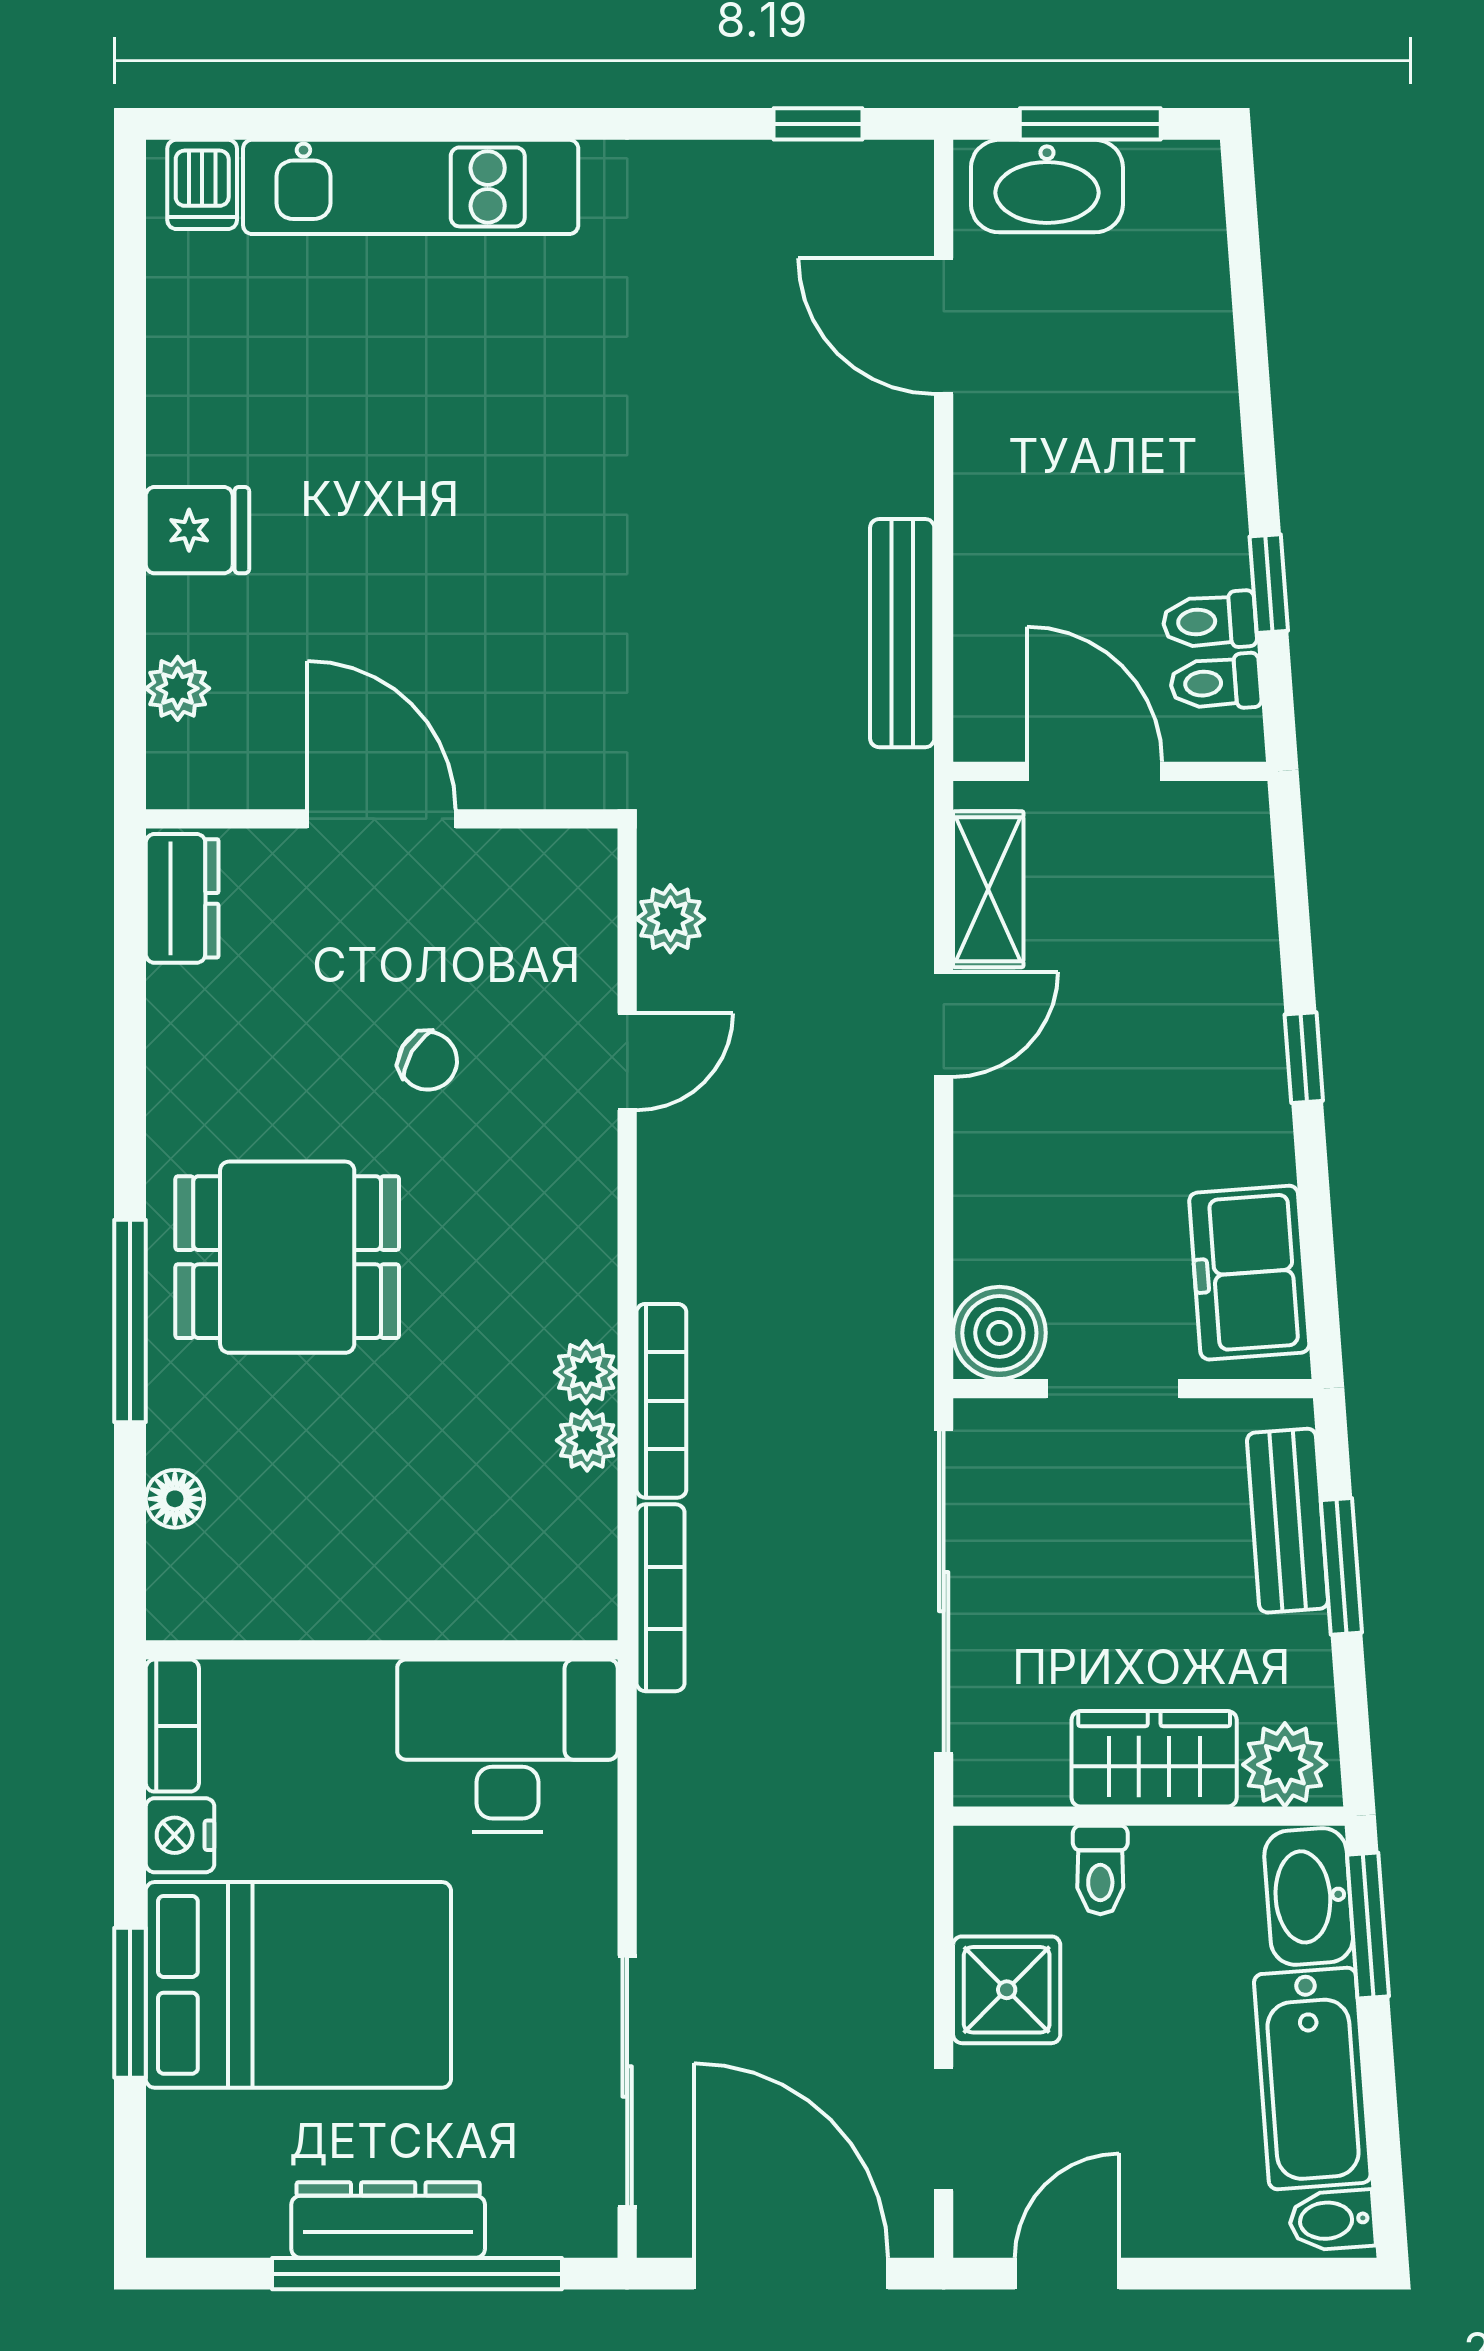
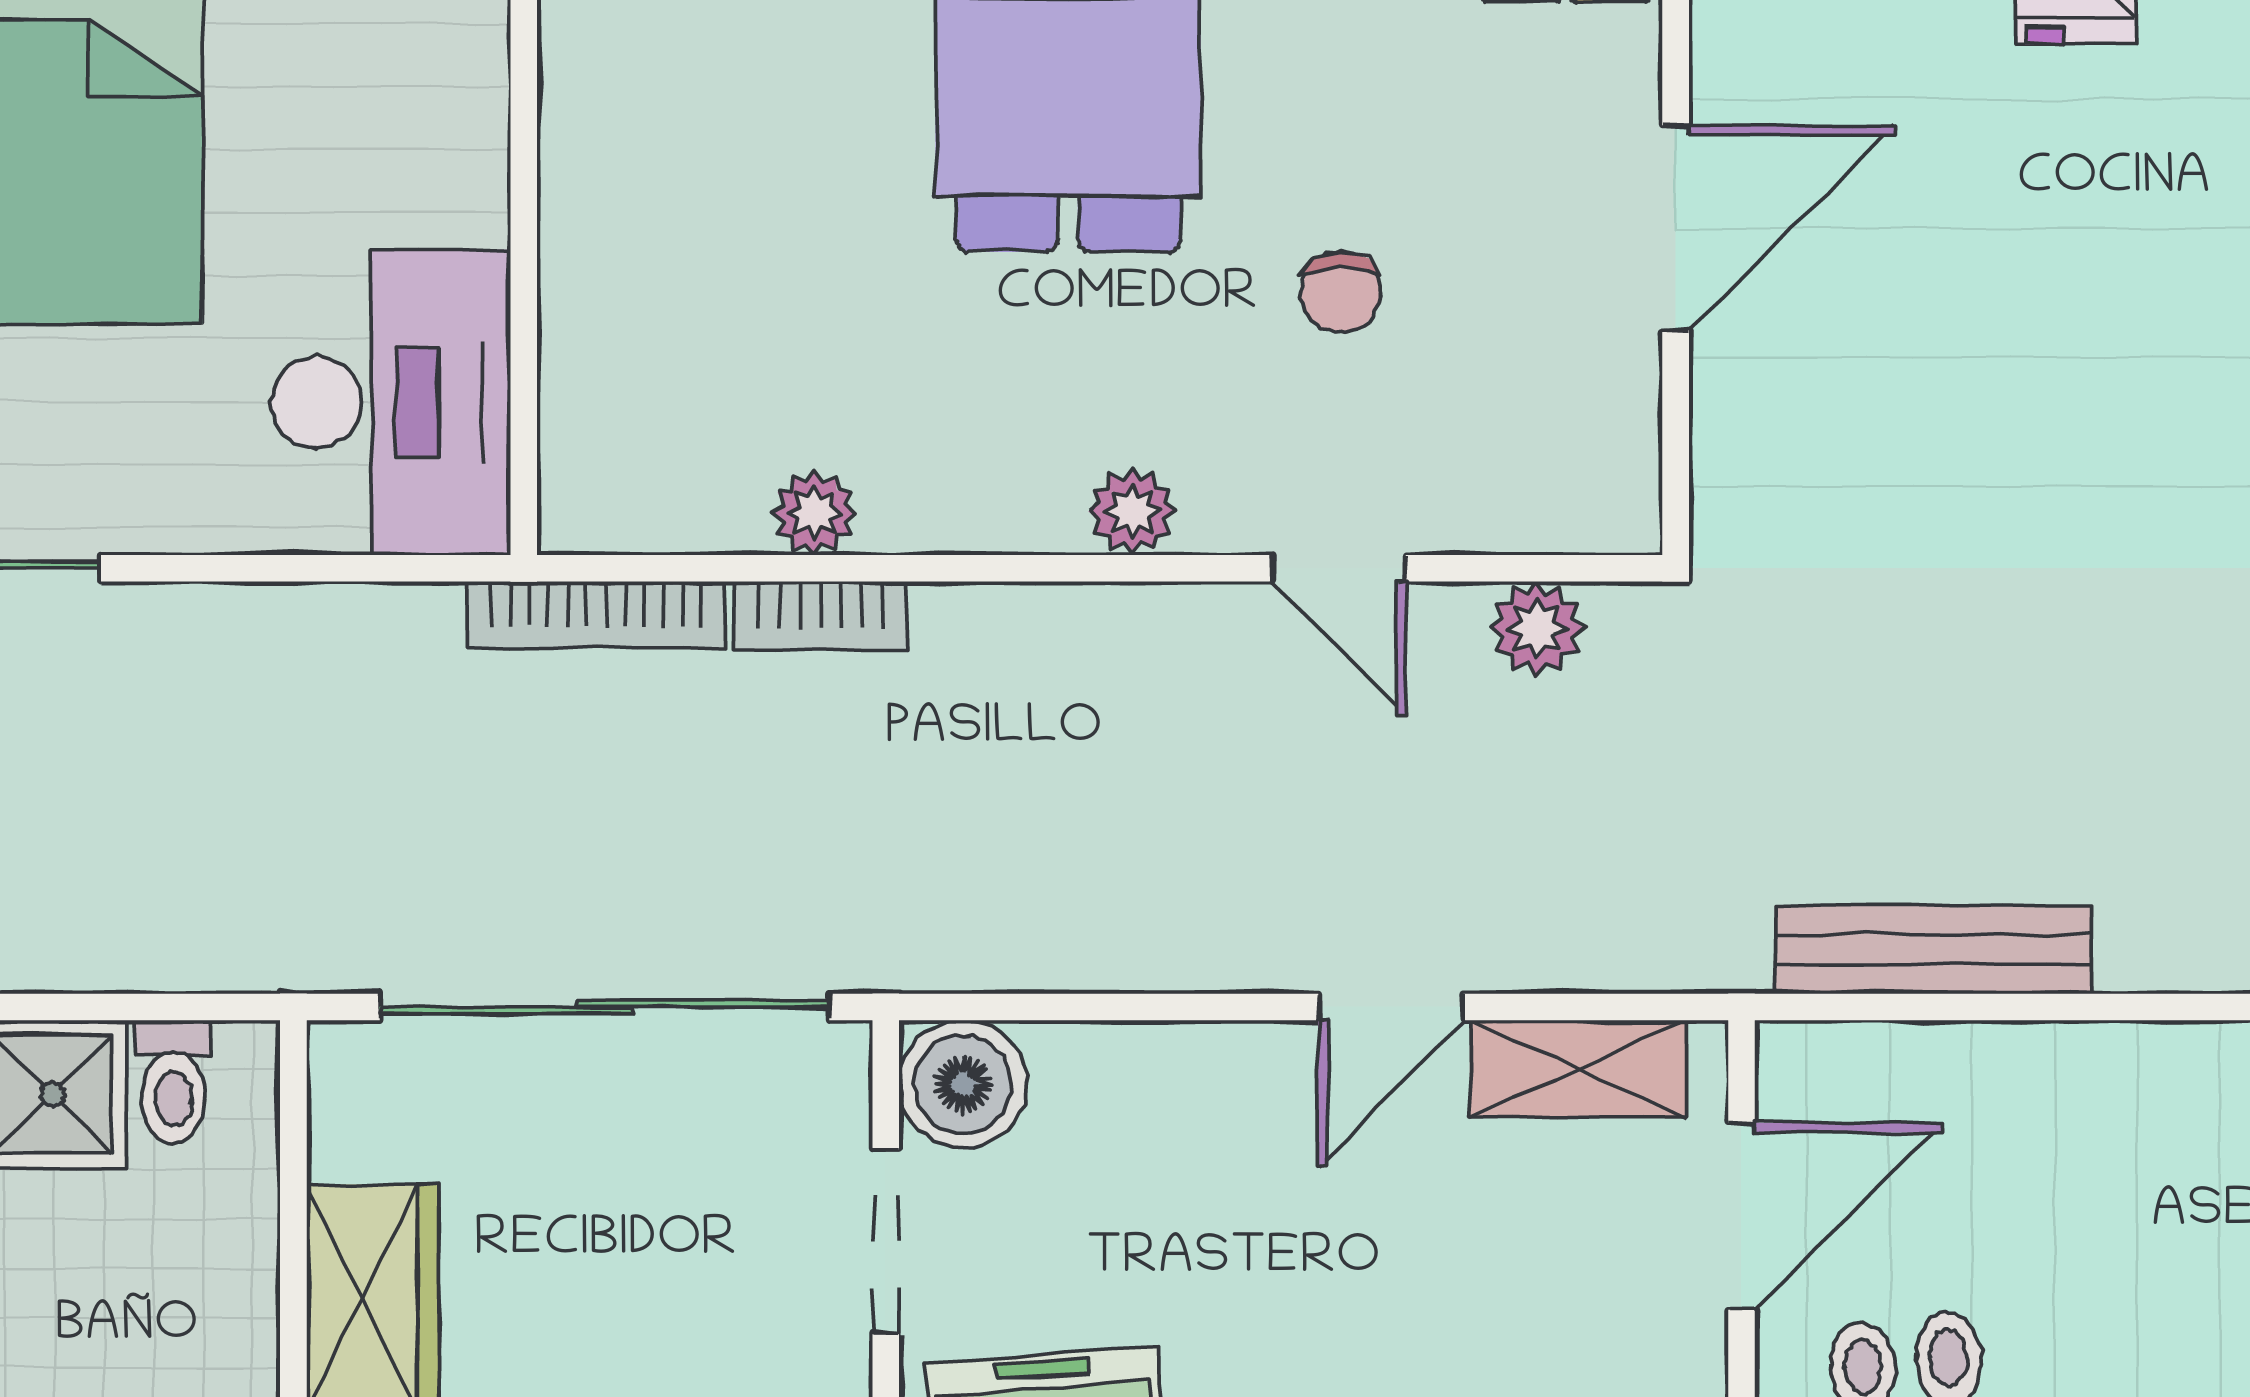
door: (944, 1024) -> (1391, 1007), hinge flipped
chair: (428, 1061) -> (1340, 292), turned -31
plant: (586, 1372) -> (1132, 511), moved
bookcase: (661, 1401) -> (821, 616), width x0.64
toilet: (1100, 1870) -> (173, 1082), moved, turned -90

